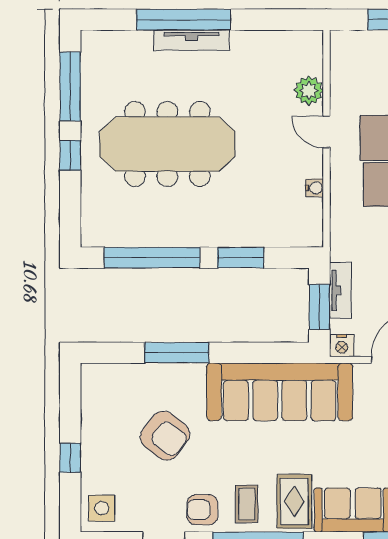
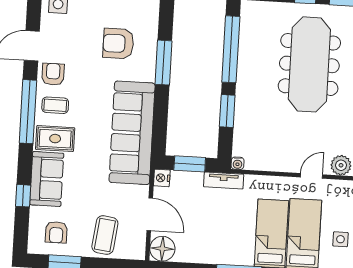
water cooler: (315, 188) -> (238, 163), moved
tv unit: (340, 290) -> (224, 180), moved
armchair: (165, 436) -> (118, 44), moved, turned 52

